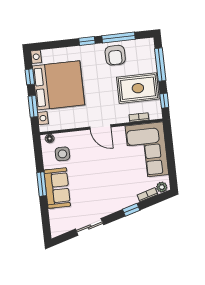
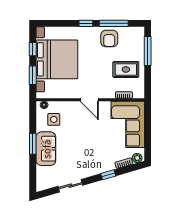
rug: (138, 88) -> (126, 69), width x0.73, depth x0.70
window: (164, 101) -> (148, 83), removed

